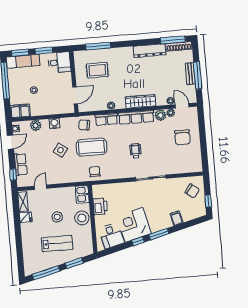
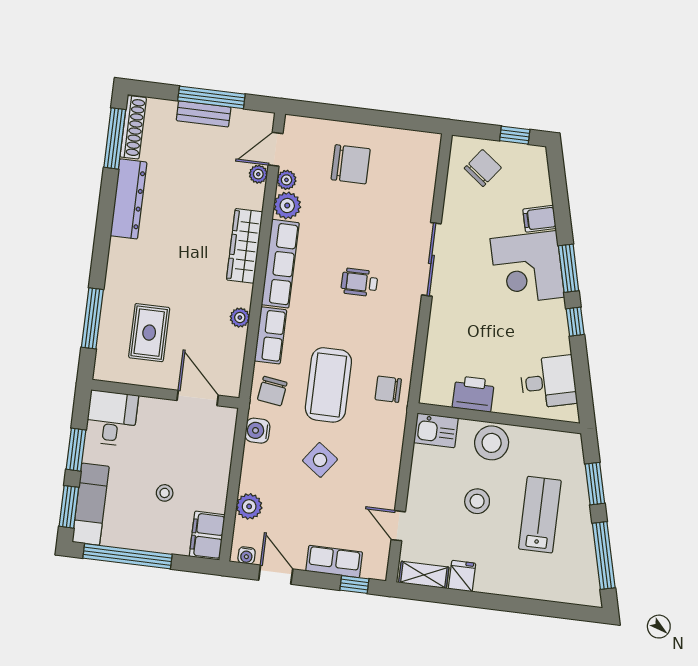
water cooler: (54, 123) -> (257, 431), moved
corner desk: (134, 225) -> (527, 268), moved

